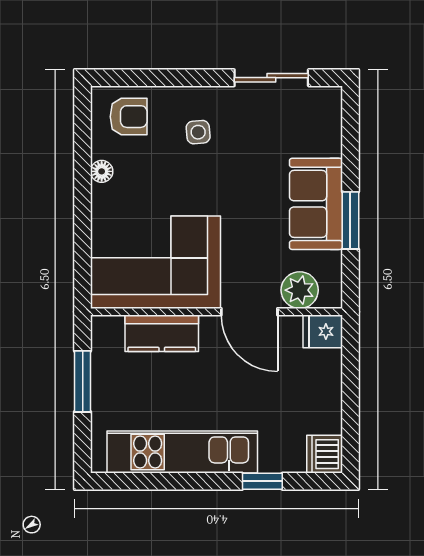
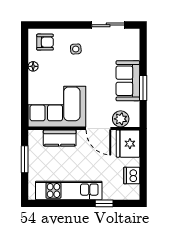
fridge: (323, 331) -> (128, 144), width x1.88, depth x1.34
dishwasher: (325, 454) -> (132, 176), moved

